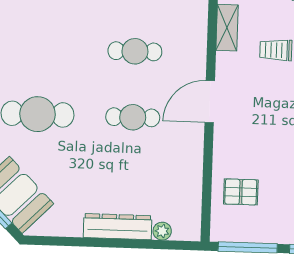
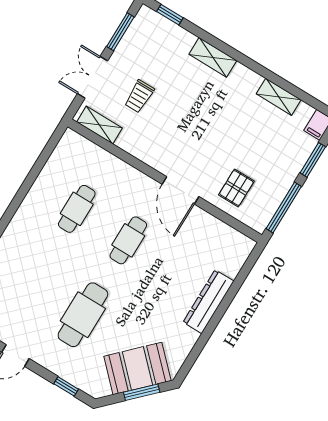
door: (210, 102) -> (180, 190), moved
plant: (162, 231) -> (232, 268), removed

